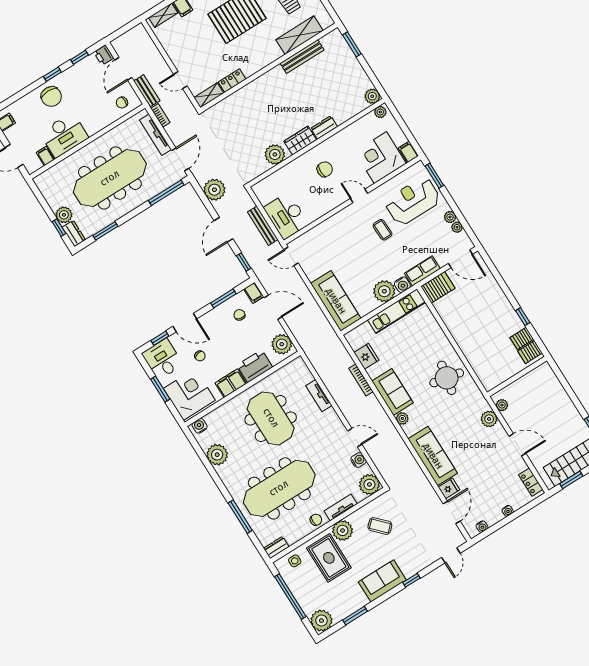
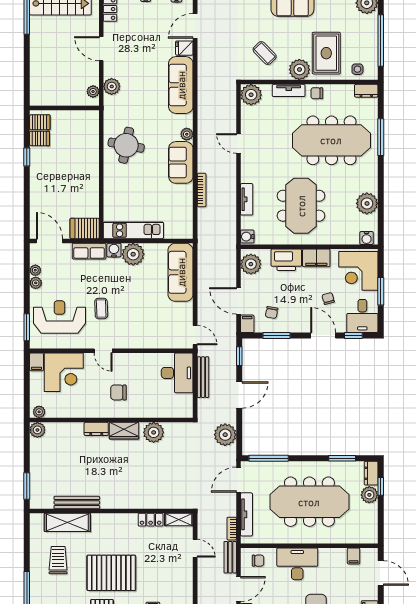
desk: (64, 135) -> (297, 564), moved
reception desk: (413, 201) -> (59, 317), turned 180
fridge: (366, 356) -> (184, 208), removed
water cooler: (359, 460) -> (247, 237), moved

